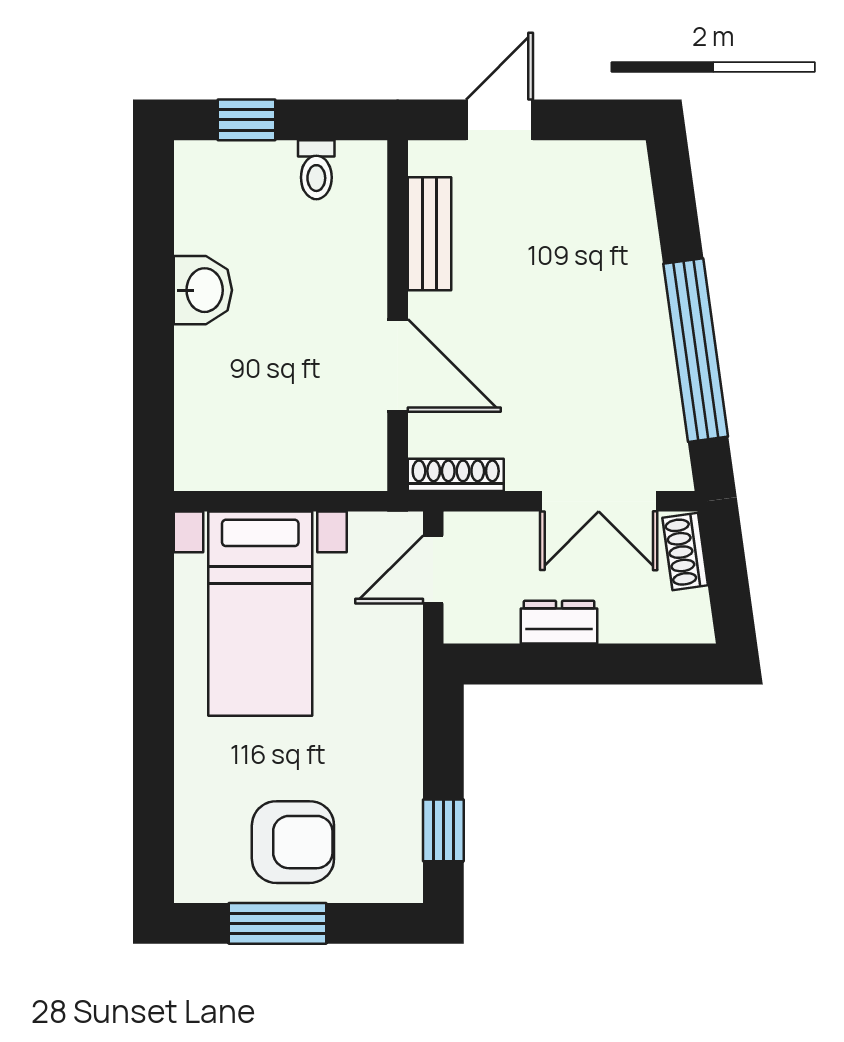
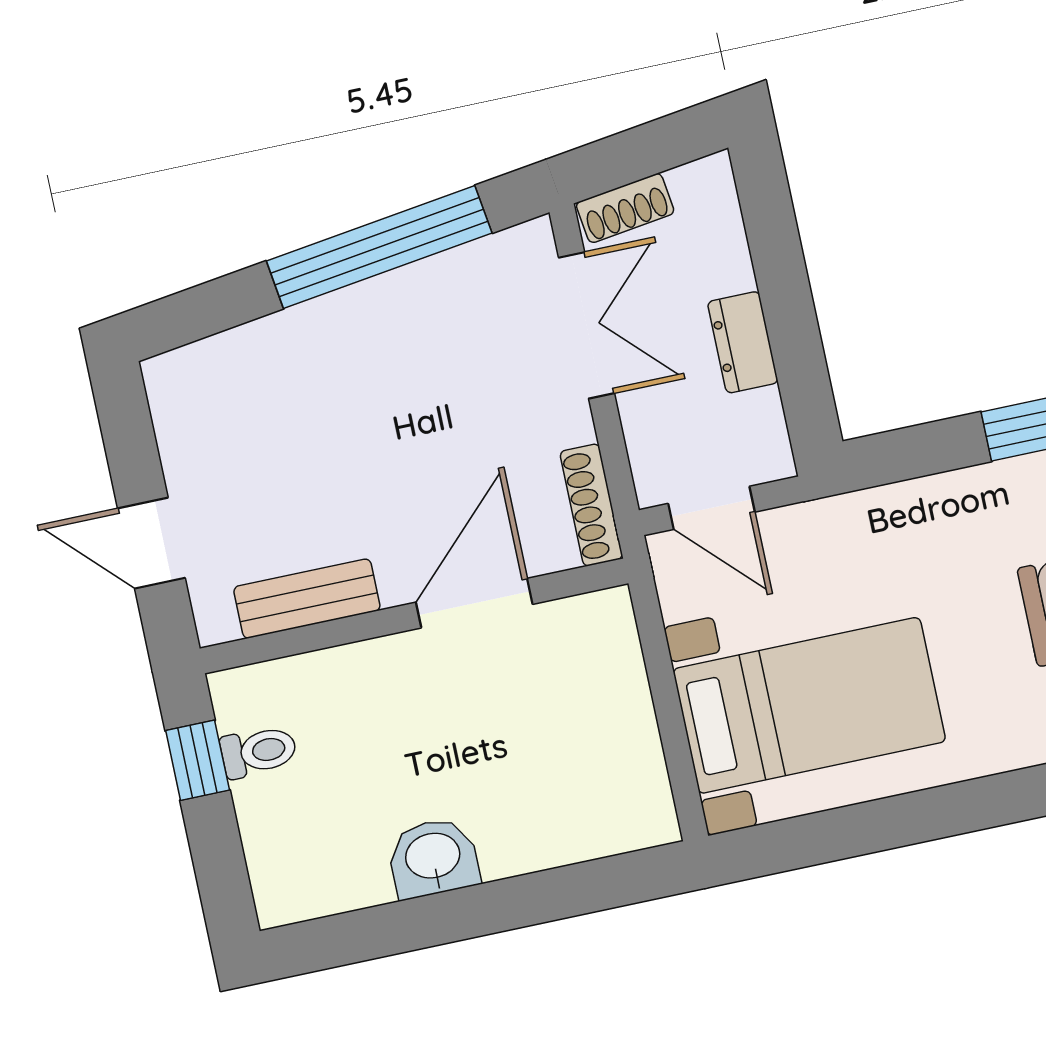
window: (246, 120) -> (198, 760), moved

